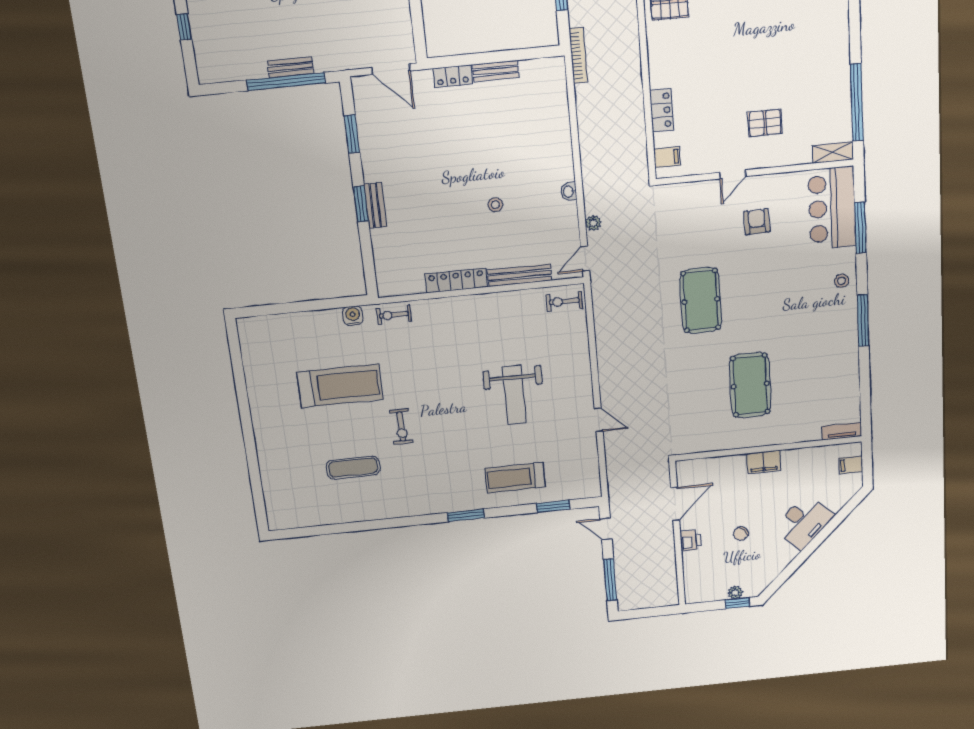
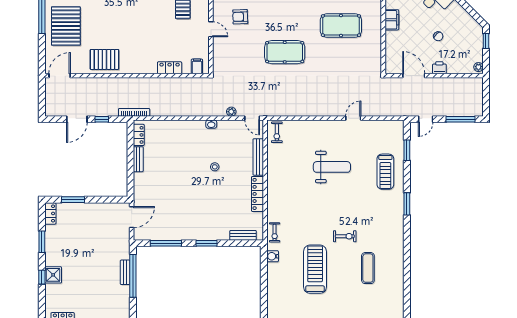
locker: (453, 76) -> (139, 135), moved
window: (352, 134) -> (166, 243), width x1.44
bench: (375, 205) -> (243, 235), moved
plant: (735, 593) -> (478, 67), moved

